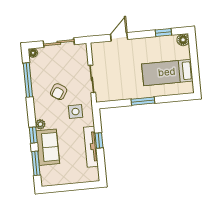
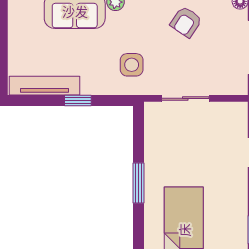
armchair: (59, 92) -> (186, 22), moved, turned -89
tv unit: (91, 147) -> (45, 86), moved

